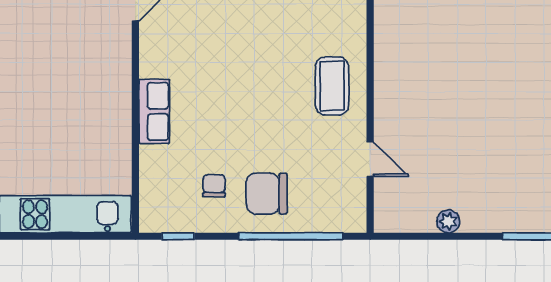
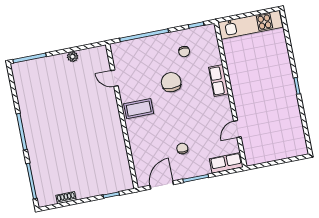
coffee table: (332, 86) -> (139, 109), turned 90
chair: (267, 194) -> (171, 82), moved, turned -90

